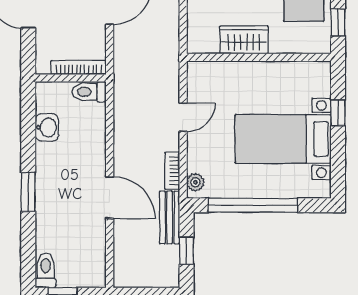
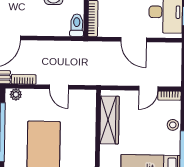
wardrobe: (244, 40) -> (110, 120), width x1.50

